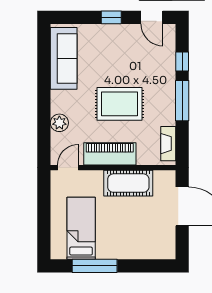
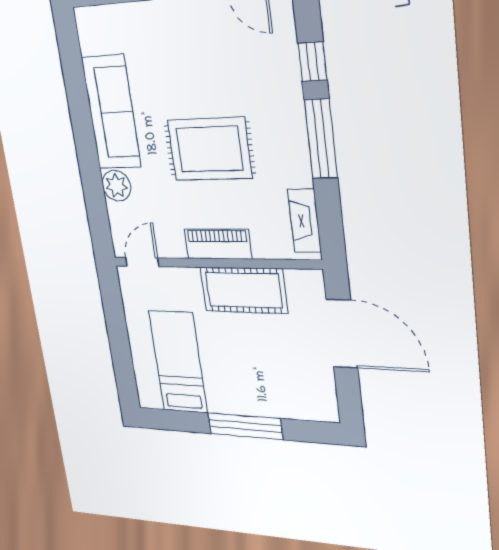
sofa: (64, 58) -> (111, 113), moved
piano: (110, 154) -> (218, 244), width x0.73, depth x0.75
window: (95, 266) -> (245, 426), moved

